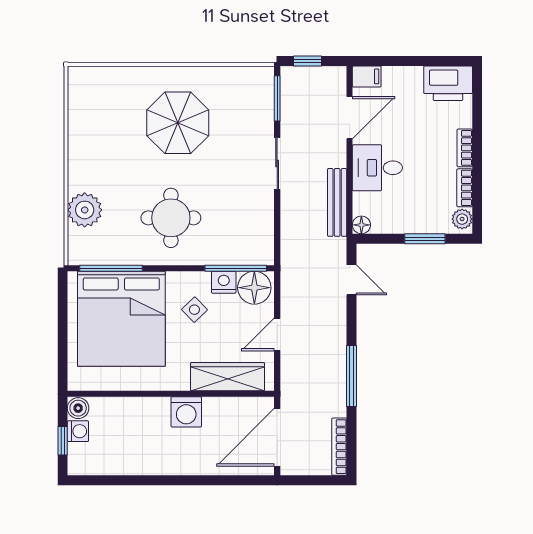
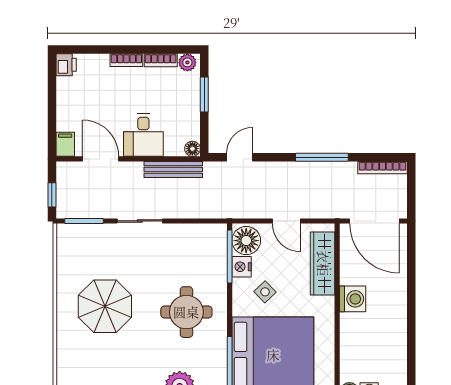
printer: (448, 83) -> (66, 65), width x0.53, depth x0.68

